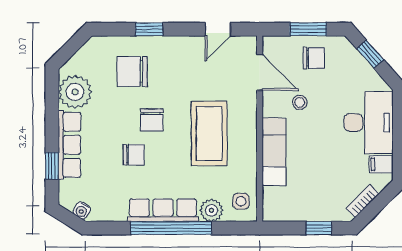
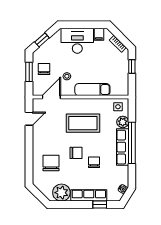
window: (149, 29) -> (29, 154), removed
door: (218, 29) -> (29, 119), hinge flipped
chair: (132, 72) -> (51, 163), turned 180

